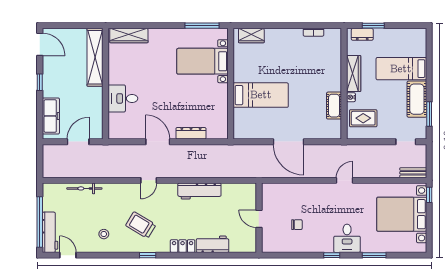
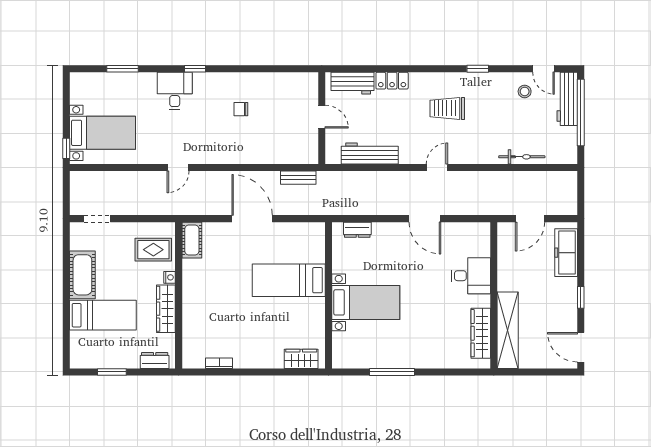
window: (202, 26) -> (392, 372), moved
window: (373, 26) -> (112, 372), moved
wardrobe: (129, 36) -> (481, 333), moved, turned -90
bed with nightstands: (202, 61) -> (366, 302), moved
cot: (334, 106) -> (192, 240), moved
window: (429, 114) -> (66, 255), removed
dresser: (191, 133) -> (357, 230), moved, width x0.70
bench: (413, 173) -> (298, 178), moved
bed with nightstands: (402, 214) -> (102, 133), width x0.73
wall: (259, 218) -> (322, 118), moved
door: (259, 219) -> (322, 117), moved
trolley: (141, 225) -> (447, 108), turned 149
stool: (104, 234) -> (525, 91), moved
window: (148, 255) -> (478, 69), moved
window: (374, 255) -> (122, 69), moved

